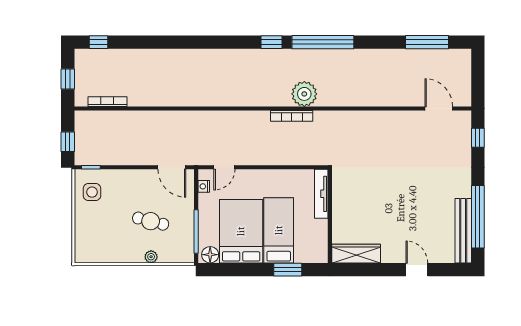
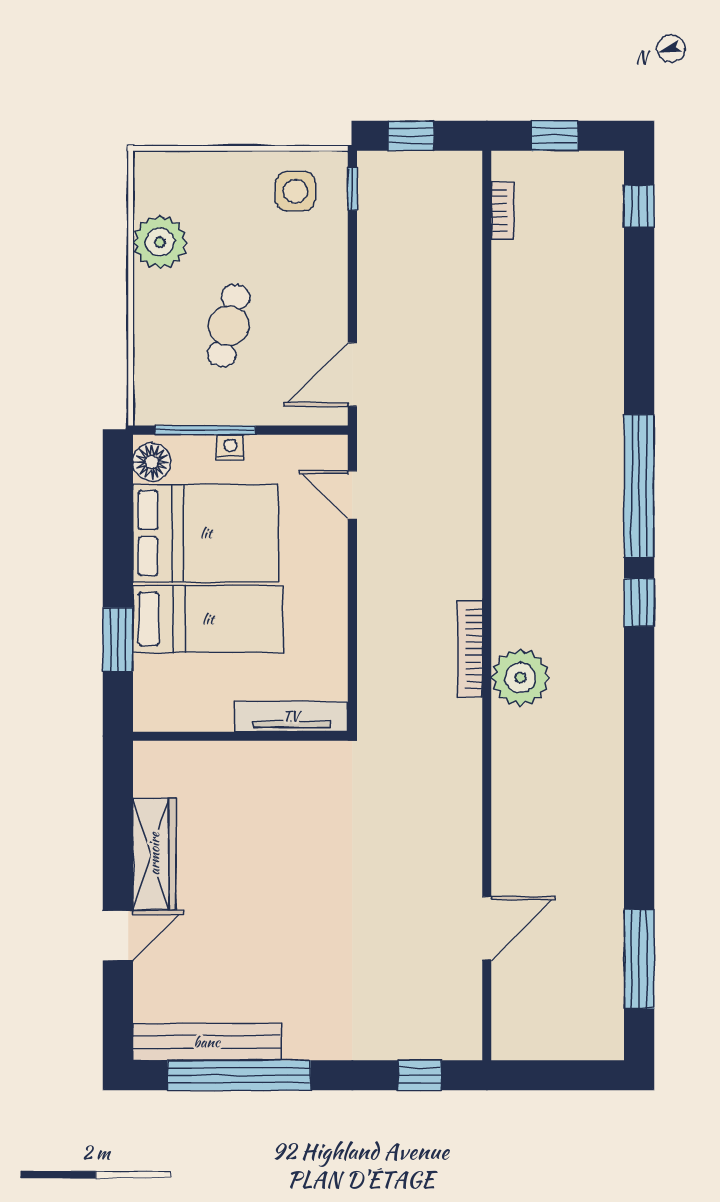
window: (323, 42) -> (639, 486), moved
bookcase: (107, 102) -> (503, 211), width x0.64
door: (439, 109) -> (487, 928), moved
nightstand: (204, 186) -> (230, 447), moved
wardrobe: (356, 254) -> (154, 854), moved
plant: (151, 257) -> (160, 242), moved, width x1.88, depth x1.88

